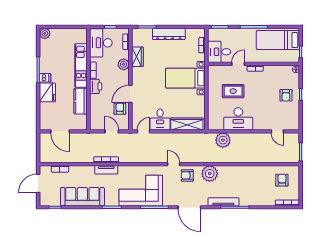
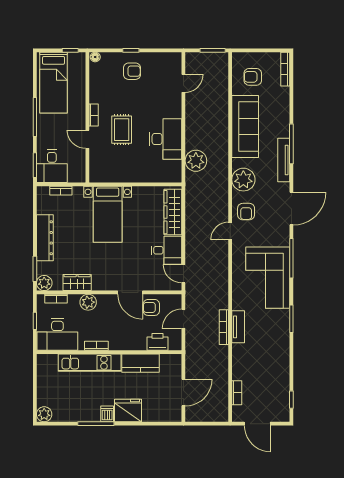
plant: (137, 34) -> (44, 283), added
desk: (219, 52) -> (52, 166), moved
printer: (96, 86) -> (157, 342), moved
rug: (233, 91) -> (122, 130), moved
sofa: (82, 197) -> (245, 127), moved, turned 180

